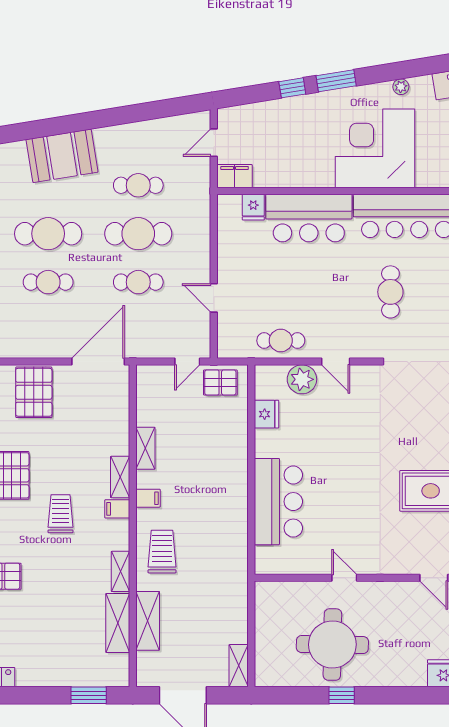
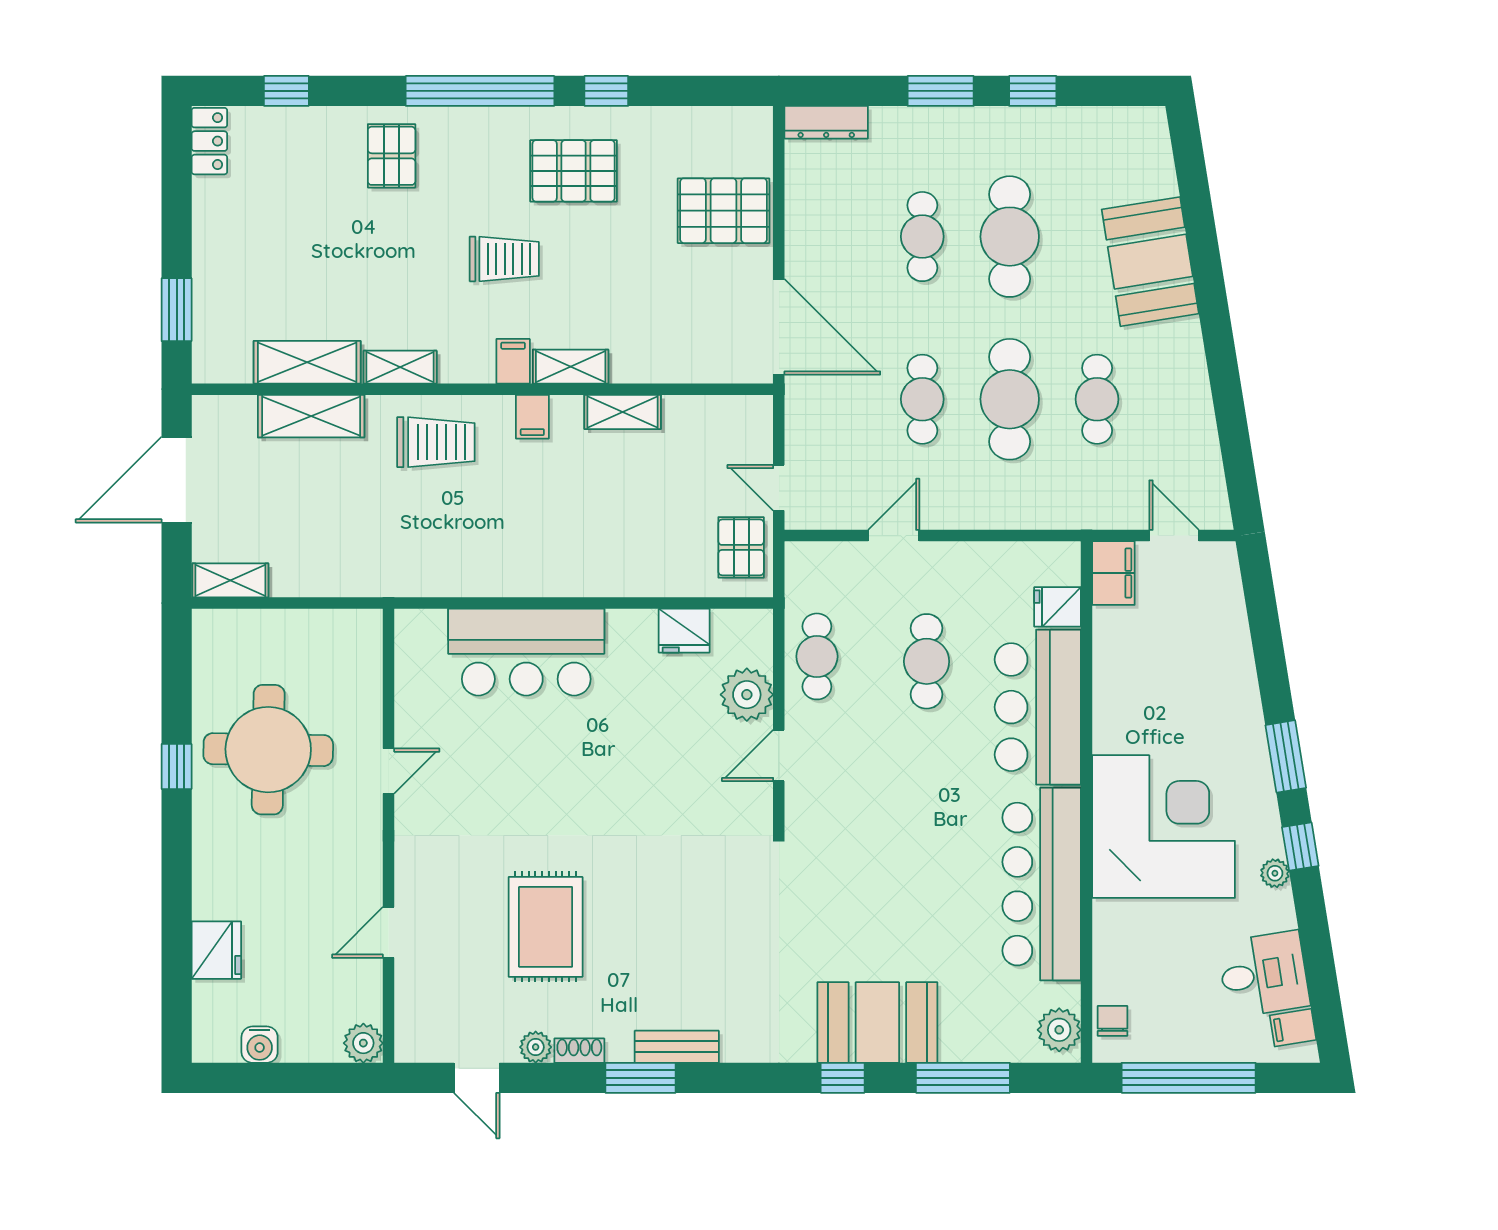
window: (292, 88) -> (1300, 846), moved
cafe table: (390, 292) -> (927, 661), moved, turned 90

